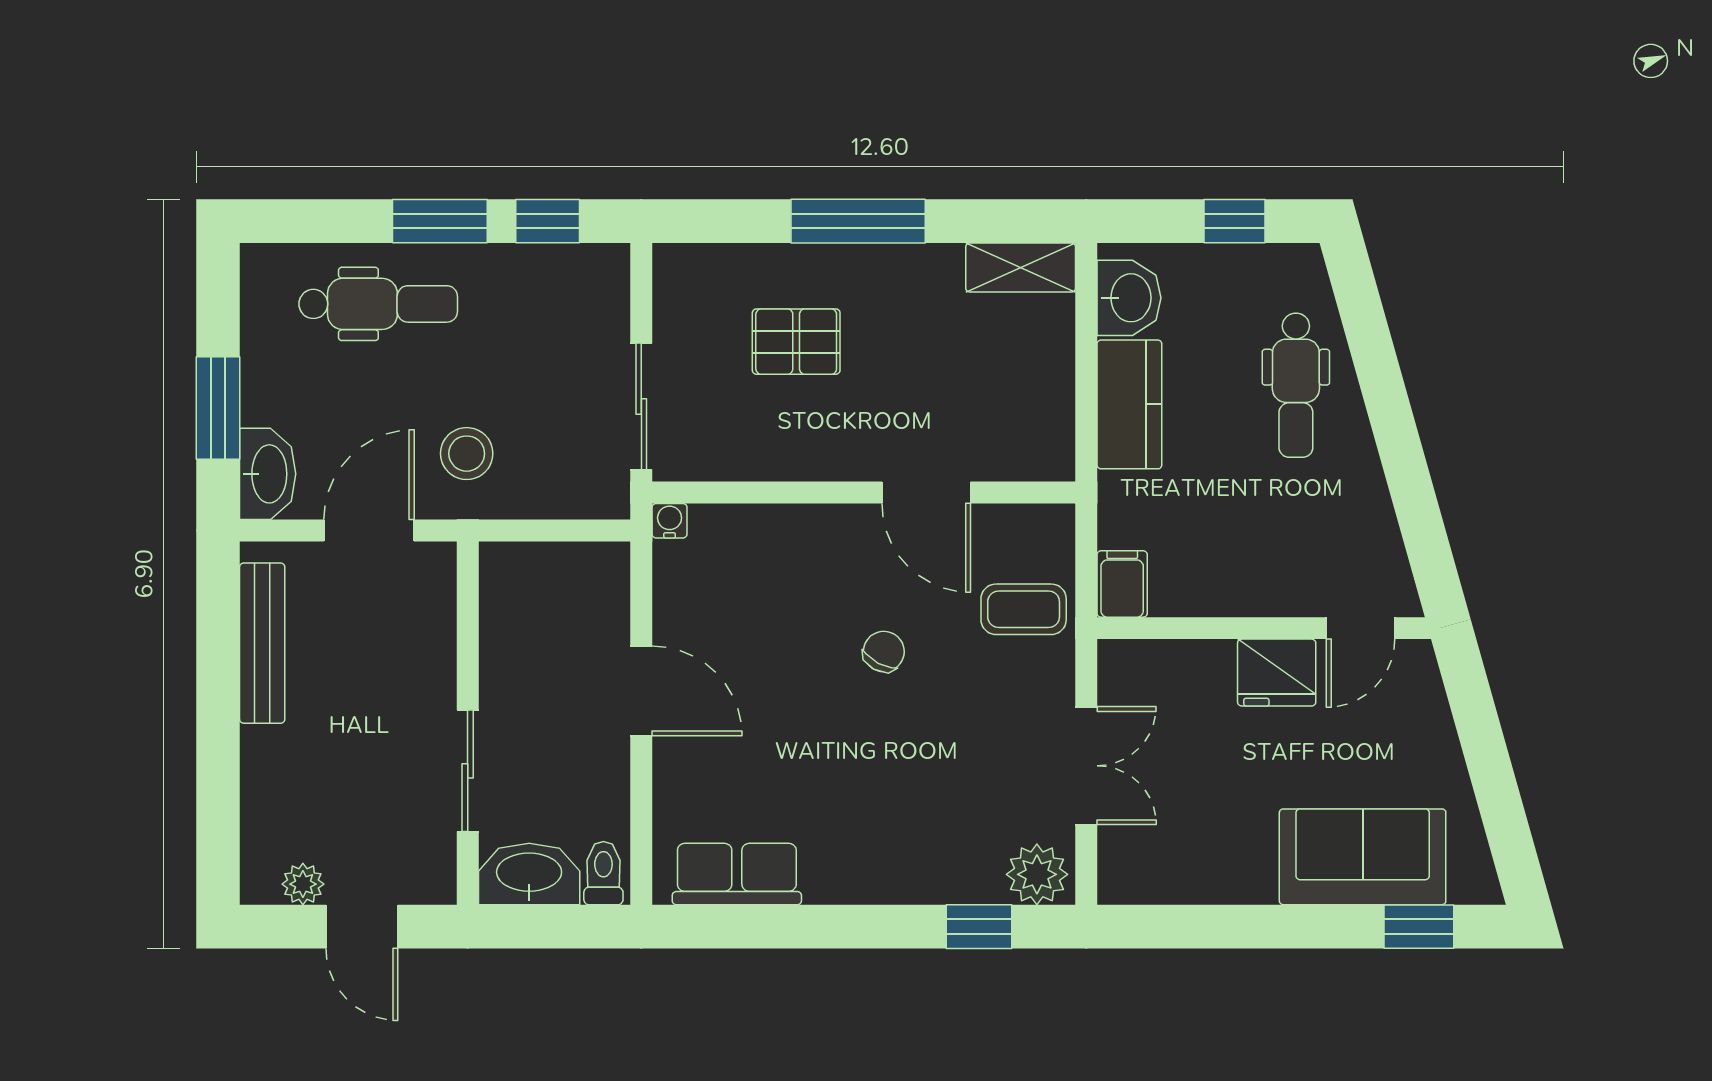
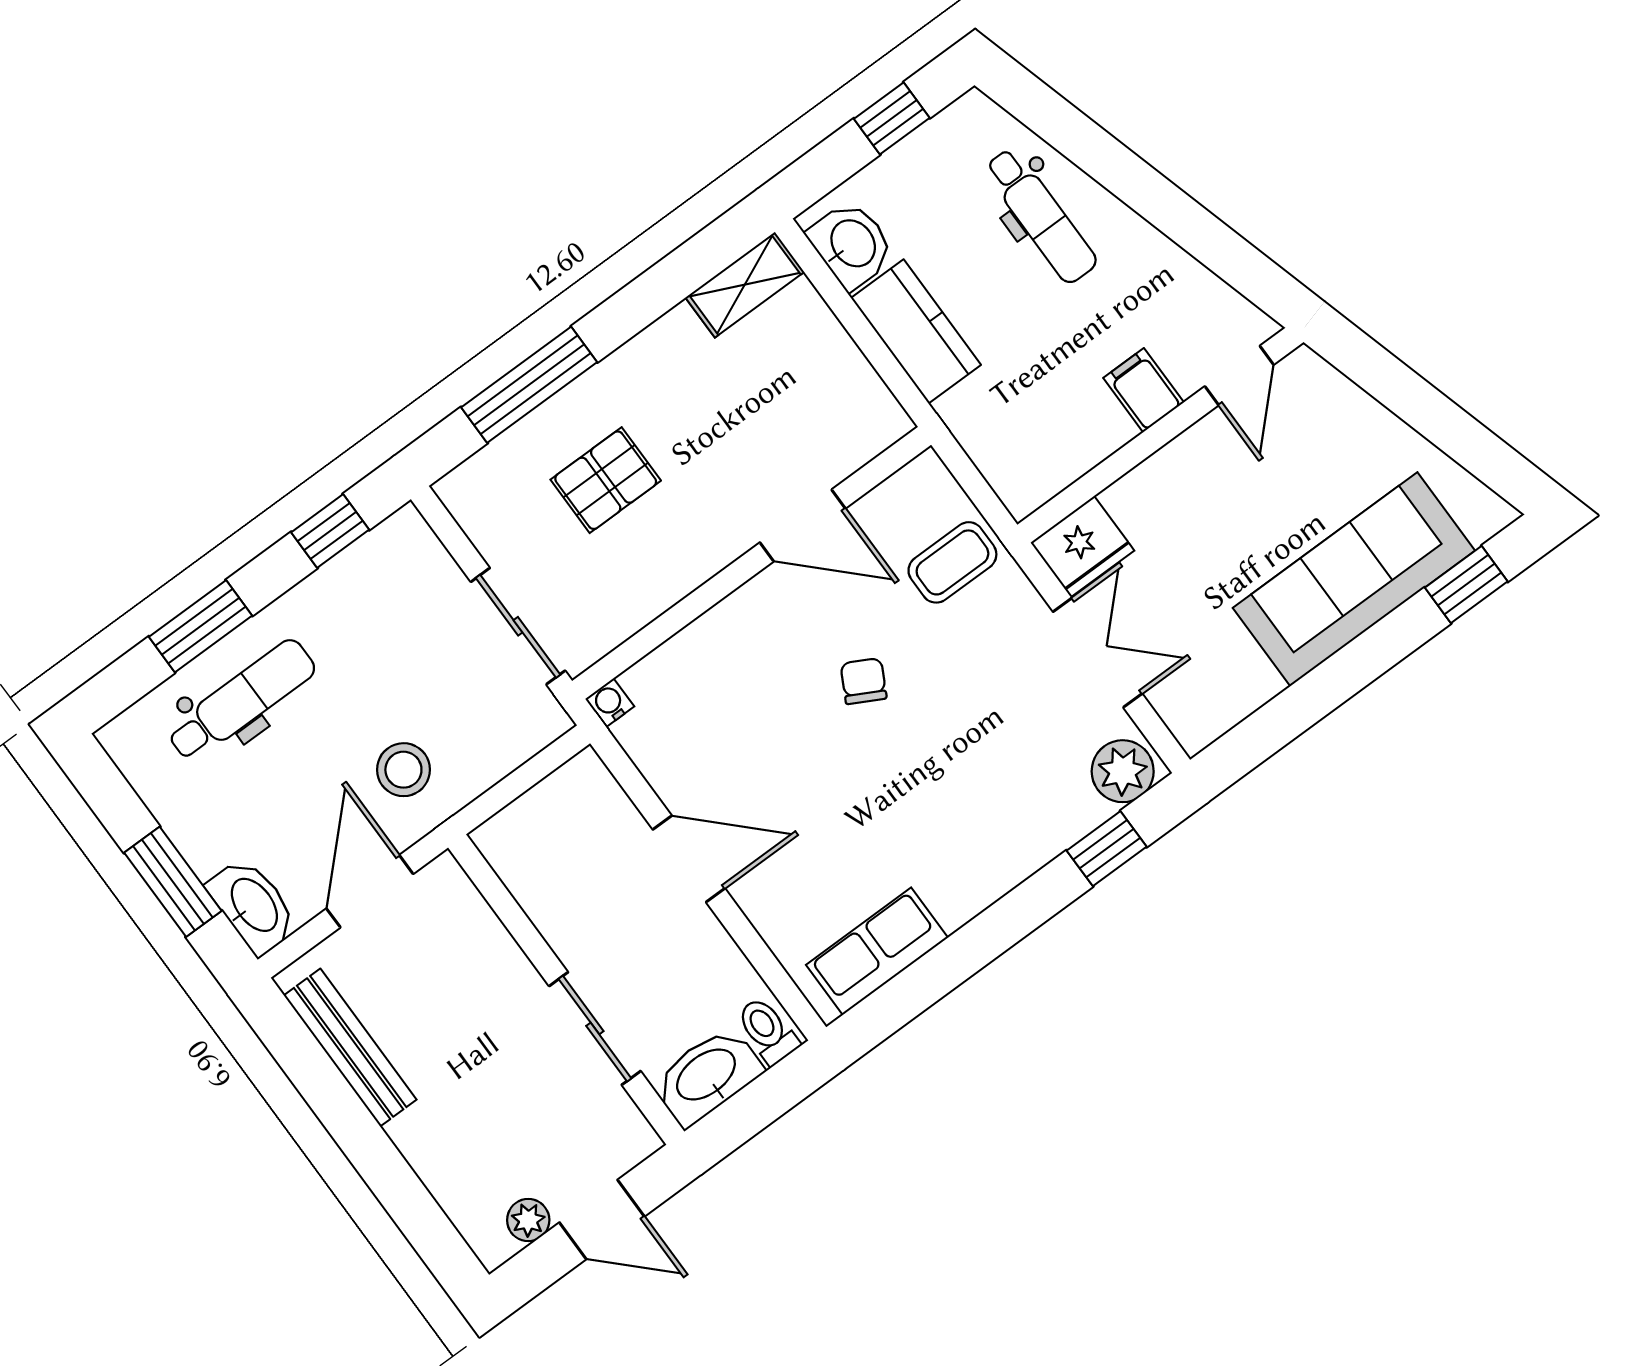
window: (440, 221) -> (200, 626), moved
window: (858, 221) -> (529, 385), moved
filing cabinet: (1122, 584) -> (1144, 390), moved
fridge: (1277, 673) -> (1082, 547), moved
sofa: (1363, 857) -> (1354, 579), width x1.36

